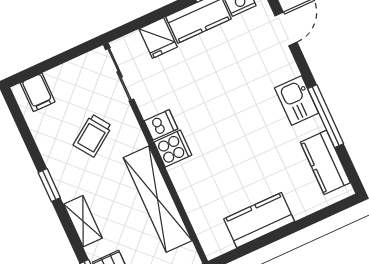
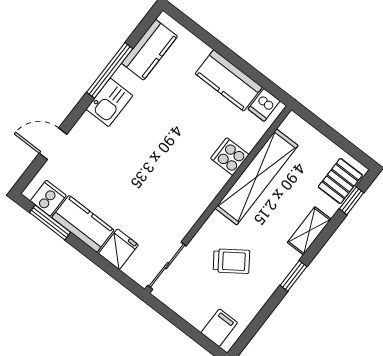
dishwasher: (161, 125) -> (264, 105), moved, turned -90
cooker: (173, 149) -> (230, 157), moved

